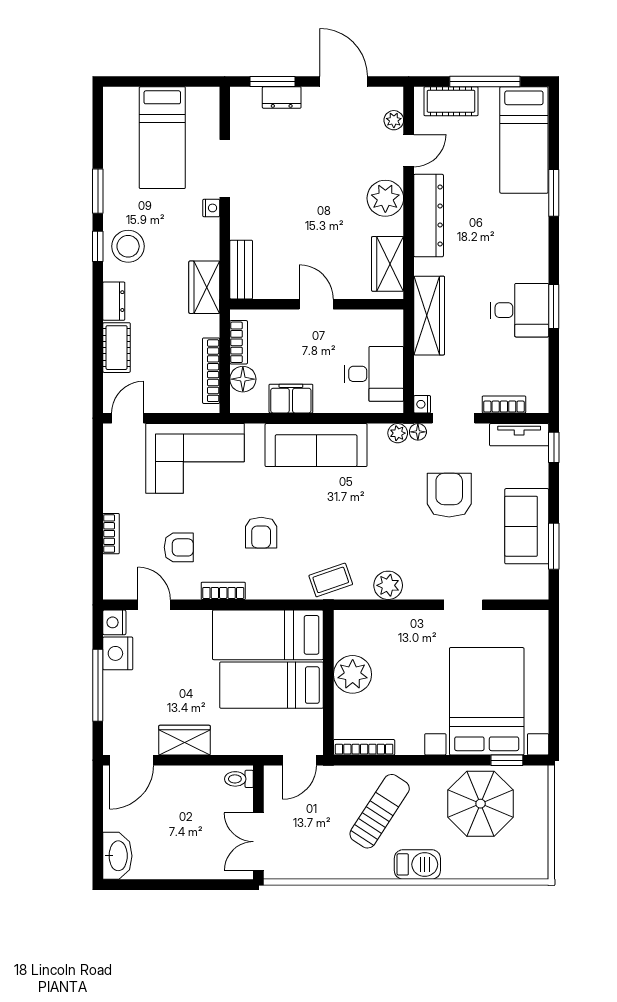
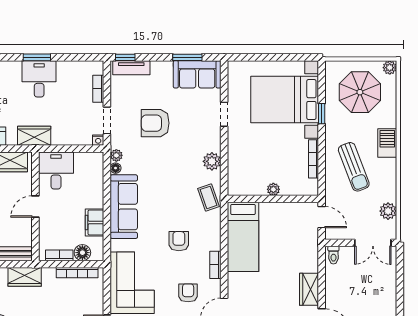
wardrobe: (429, 316) -> (34, 136), width x0.67
desk: (374, 374) -> (56, 170), moved
floor lamp: (418, 432) -> (116, 168), moved
tv unit: (519, 435) -> (131, 68), moved, turned 90
sofa: (527, 526) -> (197, 74), moved
armchair: (261, 533) -> (179, 241), turned -90
plant: (353, 674) -> (273, 189), width x0.53, depth x0.53
bed: (272, 685) -> (275, 235), removed
bookcase: (364, 747) -> (314, 159), moved
window: (507, 760) -> (322, 114), moved
parasol: (481, 804) -> (360, 92), moved
sun lounger: (380, 811) -> (354, 167), turned -144
plant: (309, 866) -> (388, 211), added
plant: (538, 868) -> (390, 68), added

